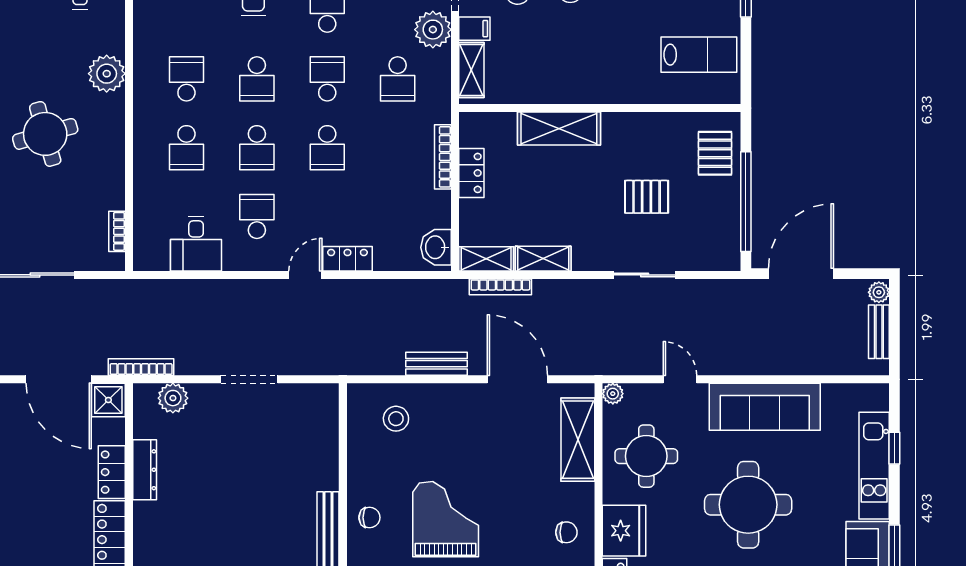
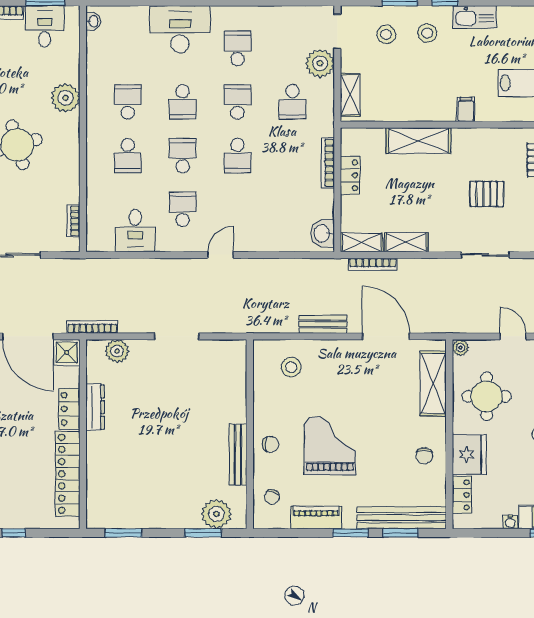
filing cabinet: (474, 29) -> (466, 110), moved, turned -90
school desk: (257, 148) -> (183, 156), turned 180
locker: (347, 259) -> (253, 242), removed
chair: (566, 532) -> (424, 456), turned 90

